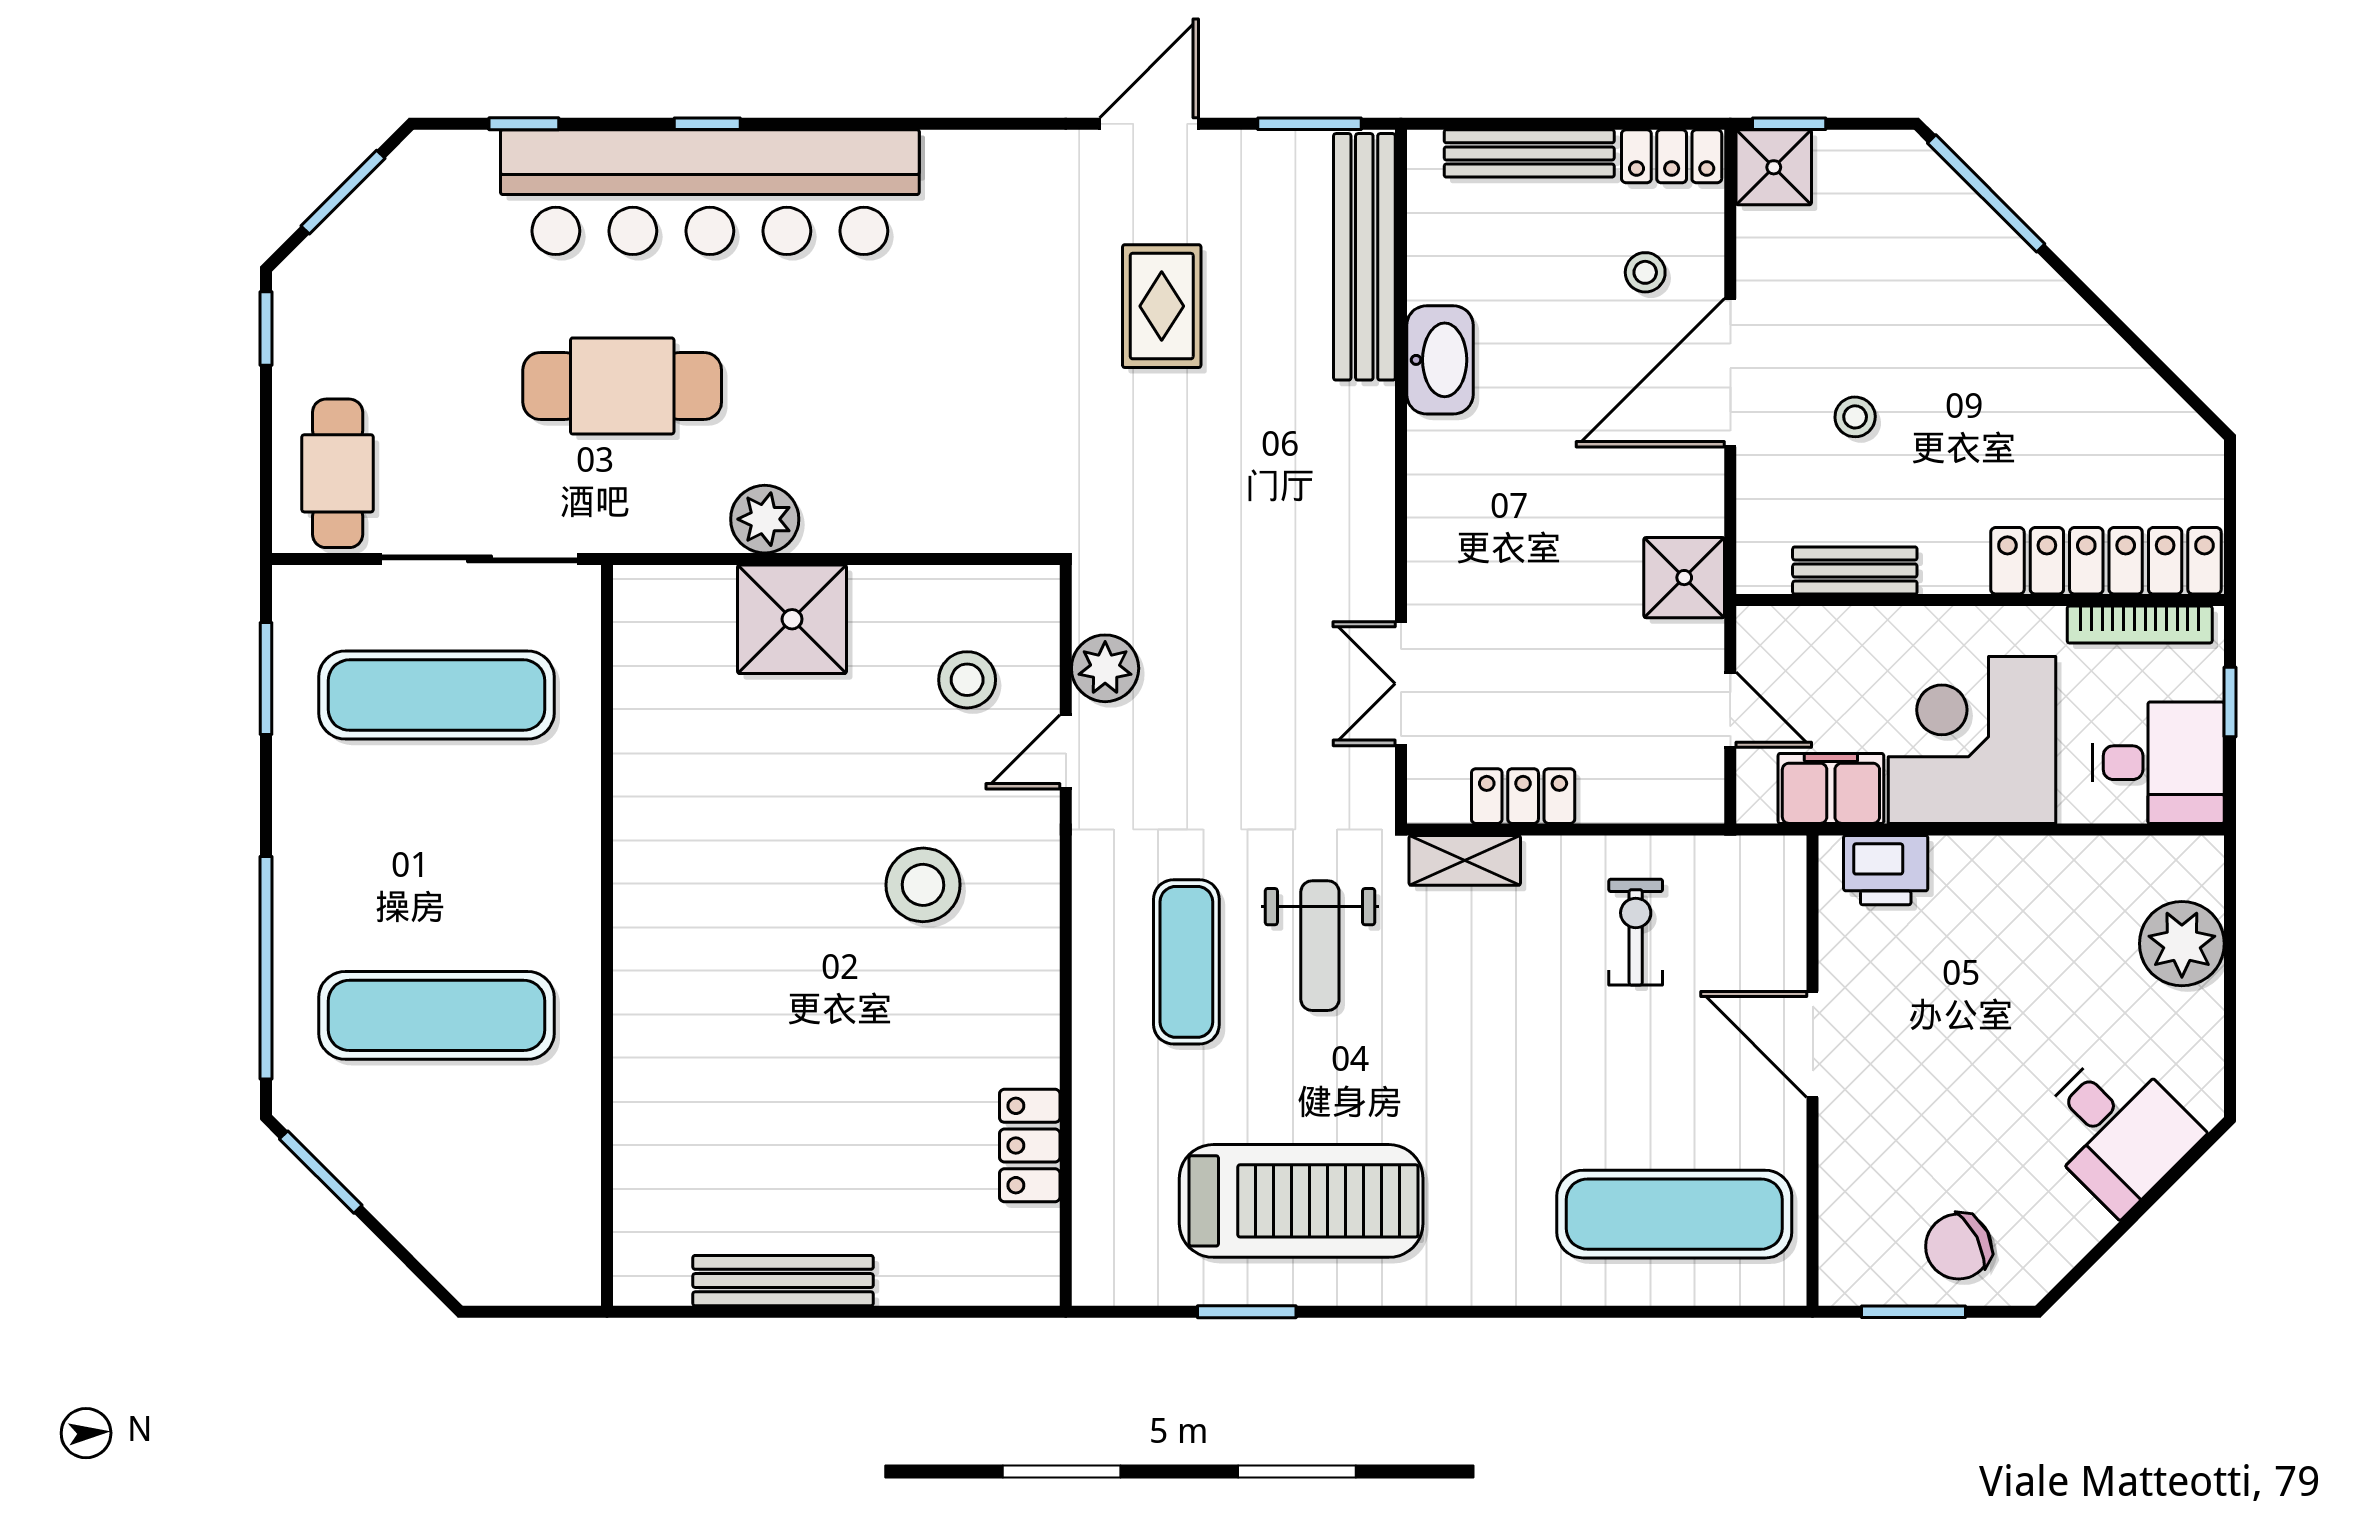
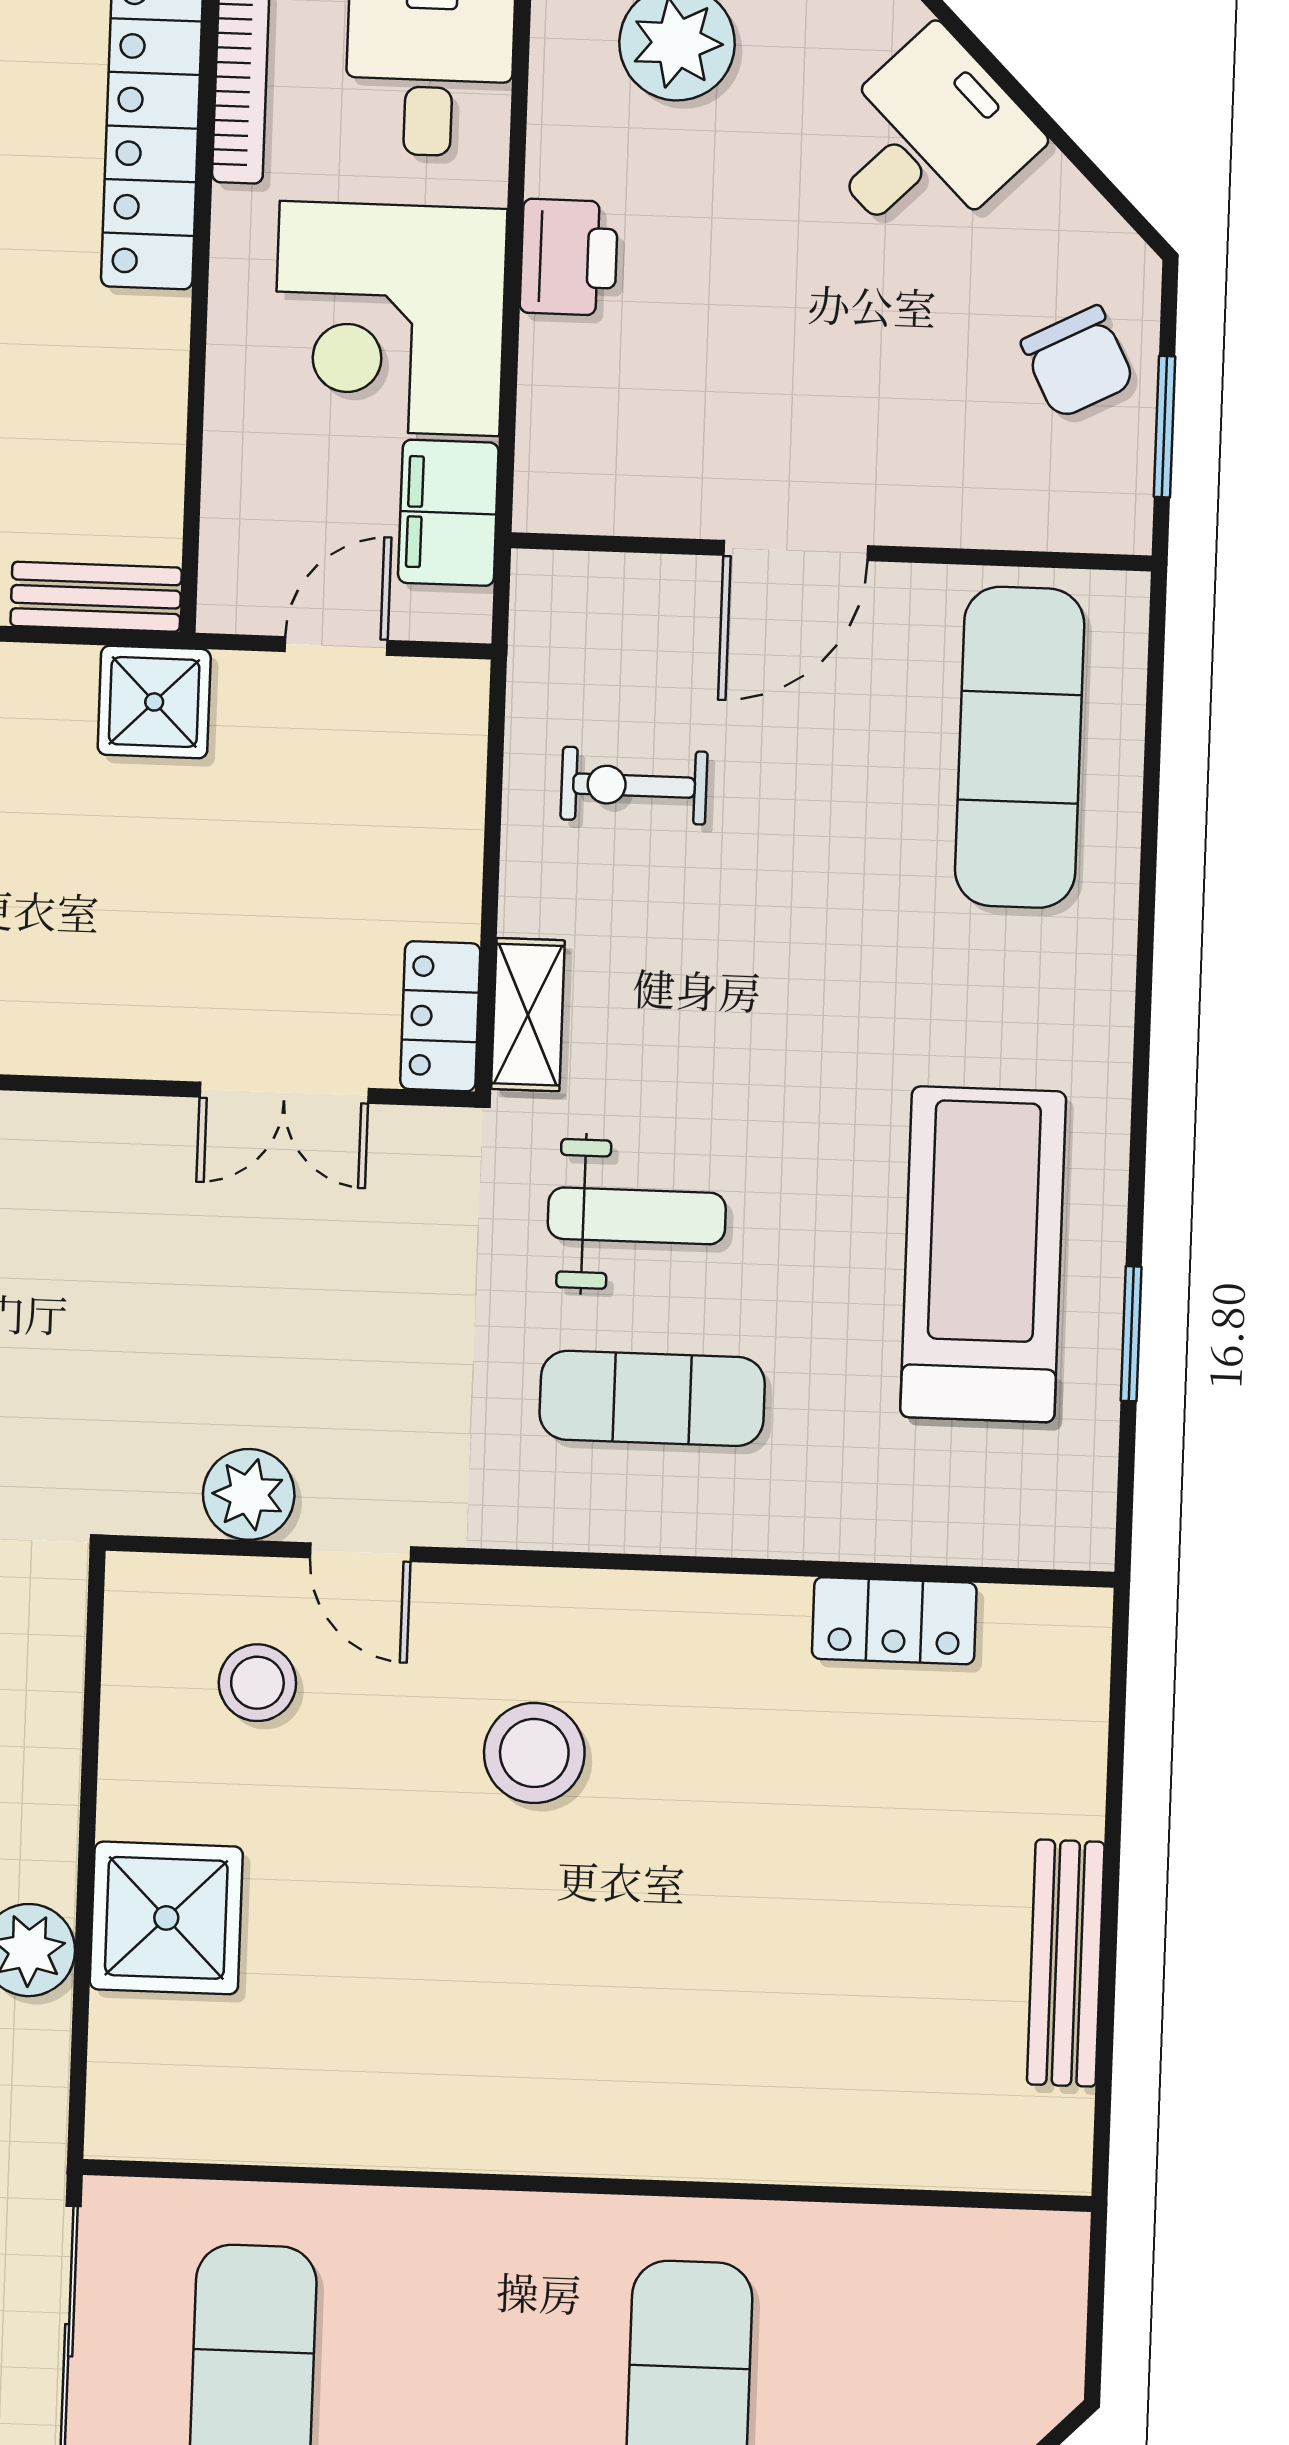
bench: (1855, 571) -> (96, 597), moved, turned 90
locker: (1523, 796) -> (440, 1016), moved
printer: (1886, 870) -> (569, 257), moved

